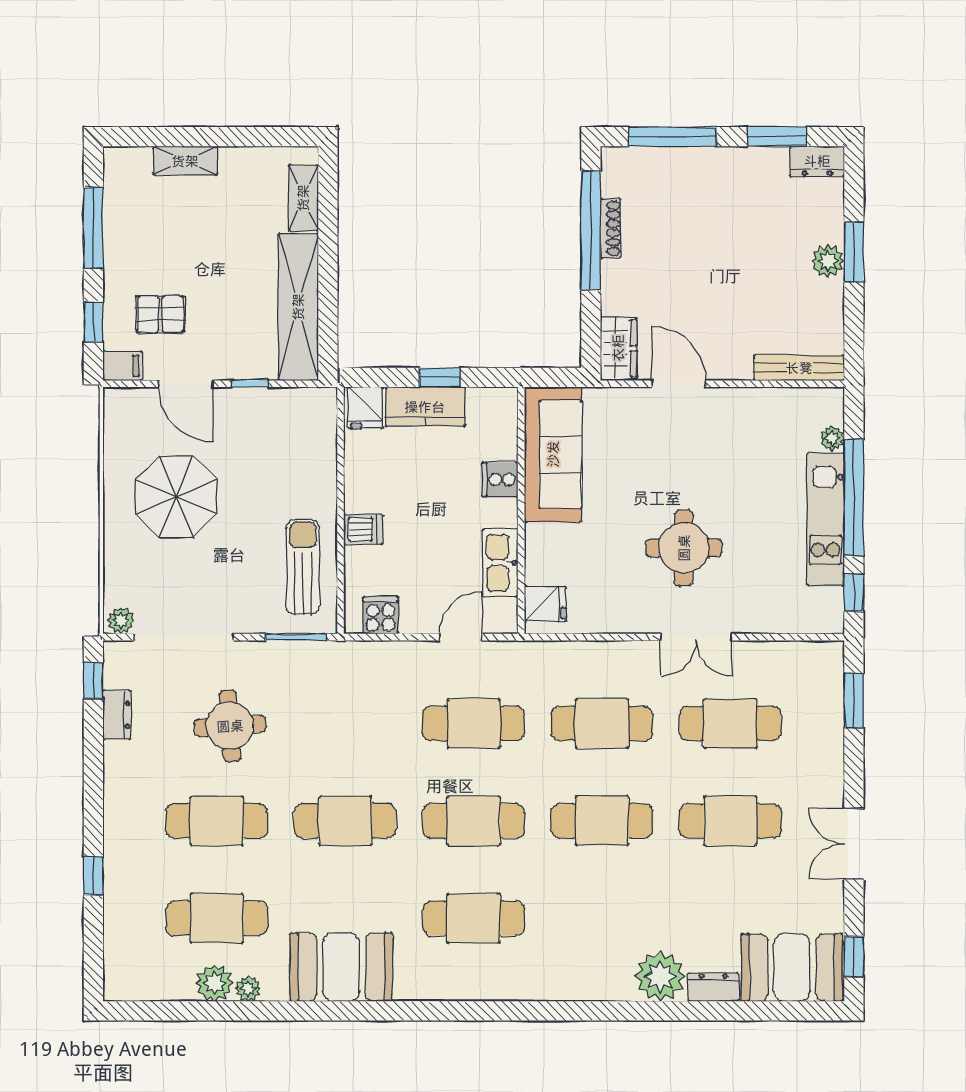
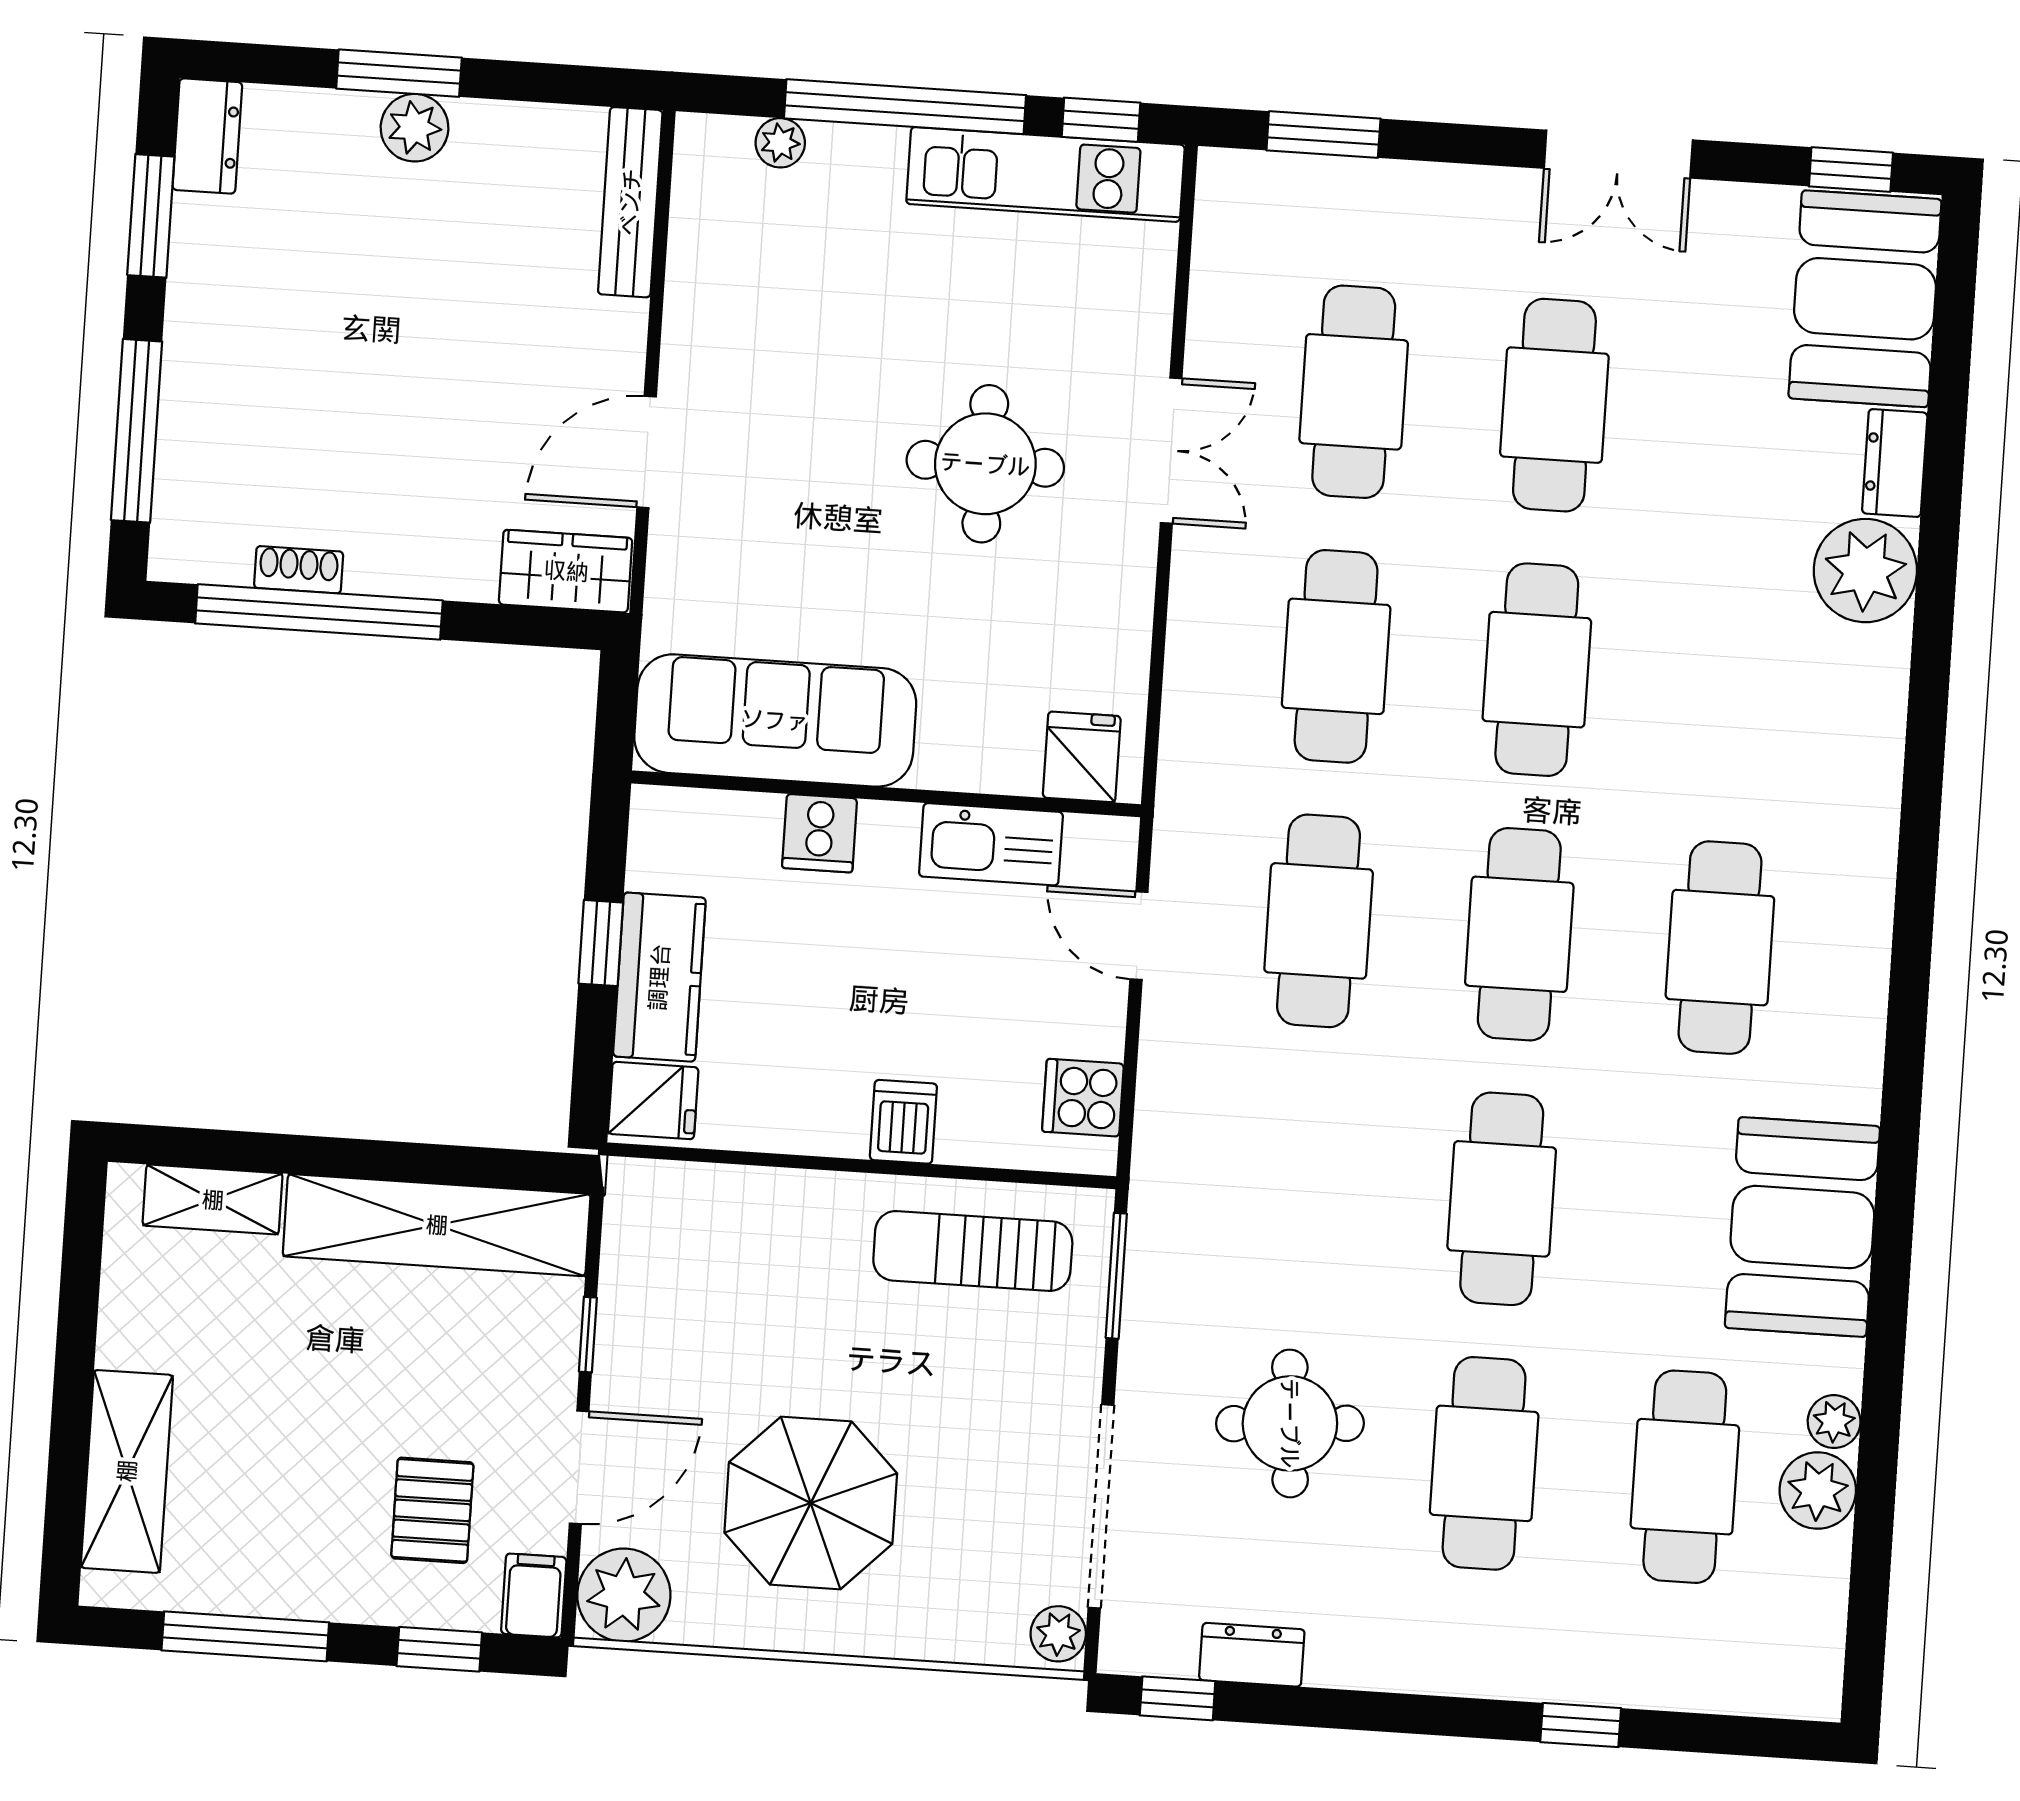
shelving: (185, 161) -> (127, 1471), width x1.50, depth x1.33
shoe rack: (611, 228) -> (299, 570), width x0.70
plant: (125, 409) -> (624, 1595), added
kitchen unit: (826, 519) -> (1045, 174), moved

